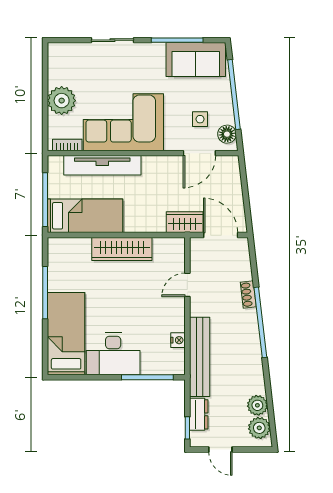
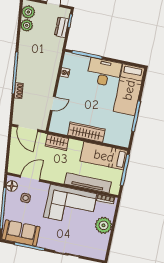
wardrobe: (185, 222) -> (57, 142), moved
bench: (200, 357) -> (54, 60), removed

